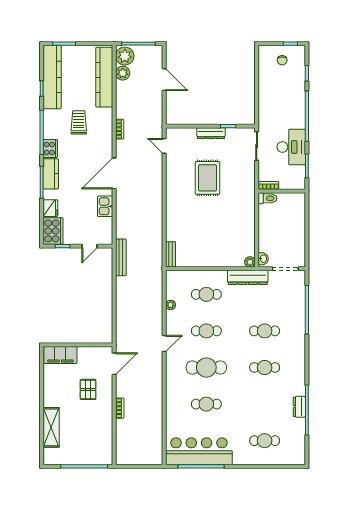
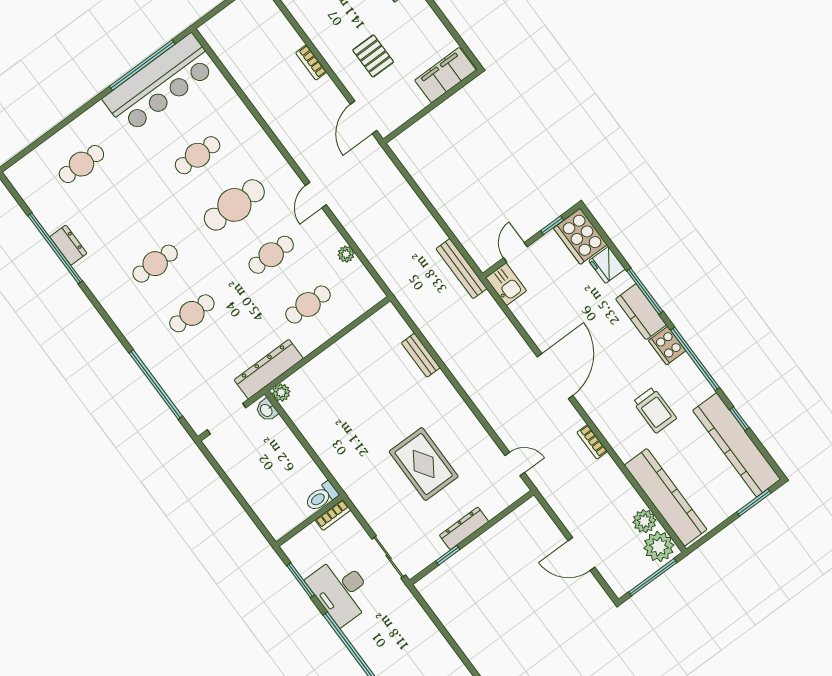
kitchen sink: (105, 206) -> (506, 284), moved
bench: (171, 254) -> (421, 355), moved

